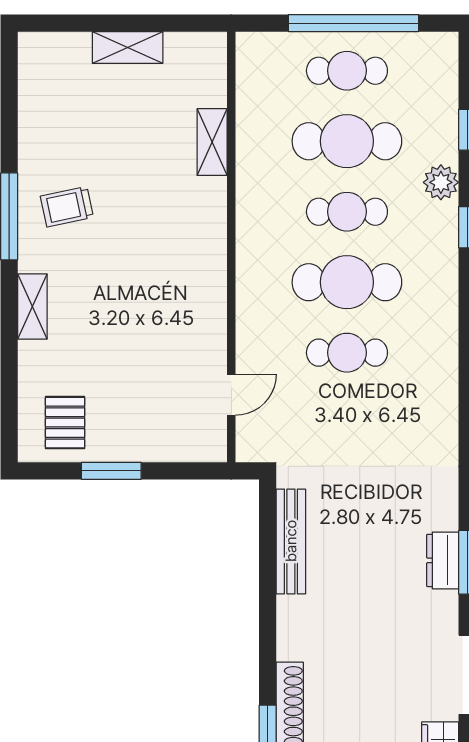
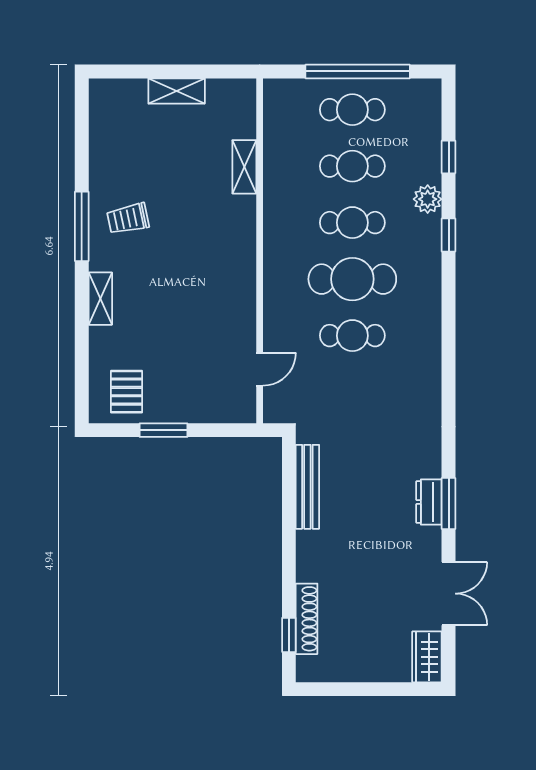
cafe table: (347, 141) -> (352, 166), width x0.73, depth x0.74

